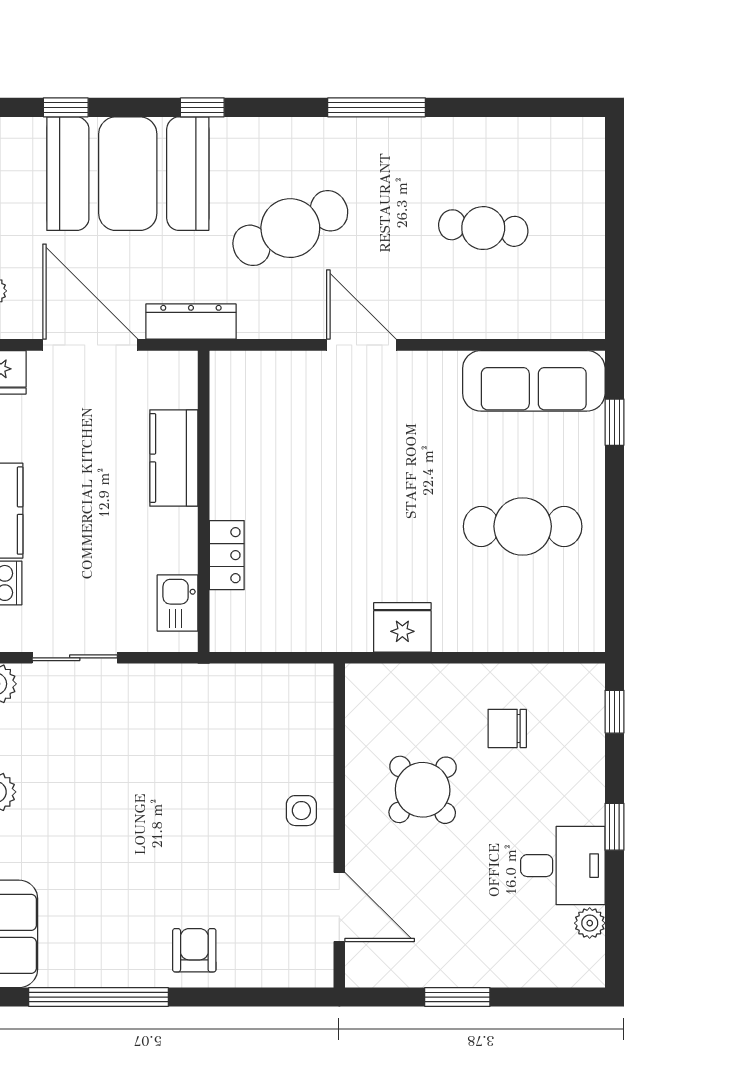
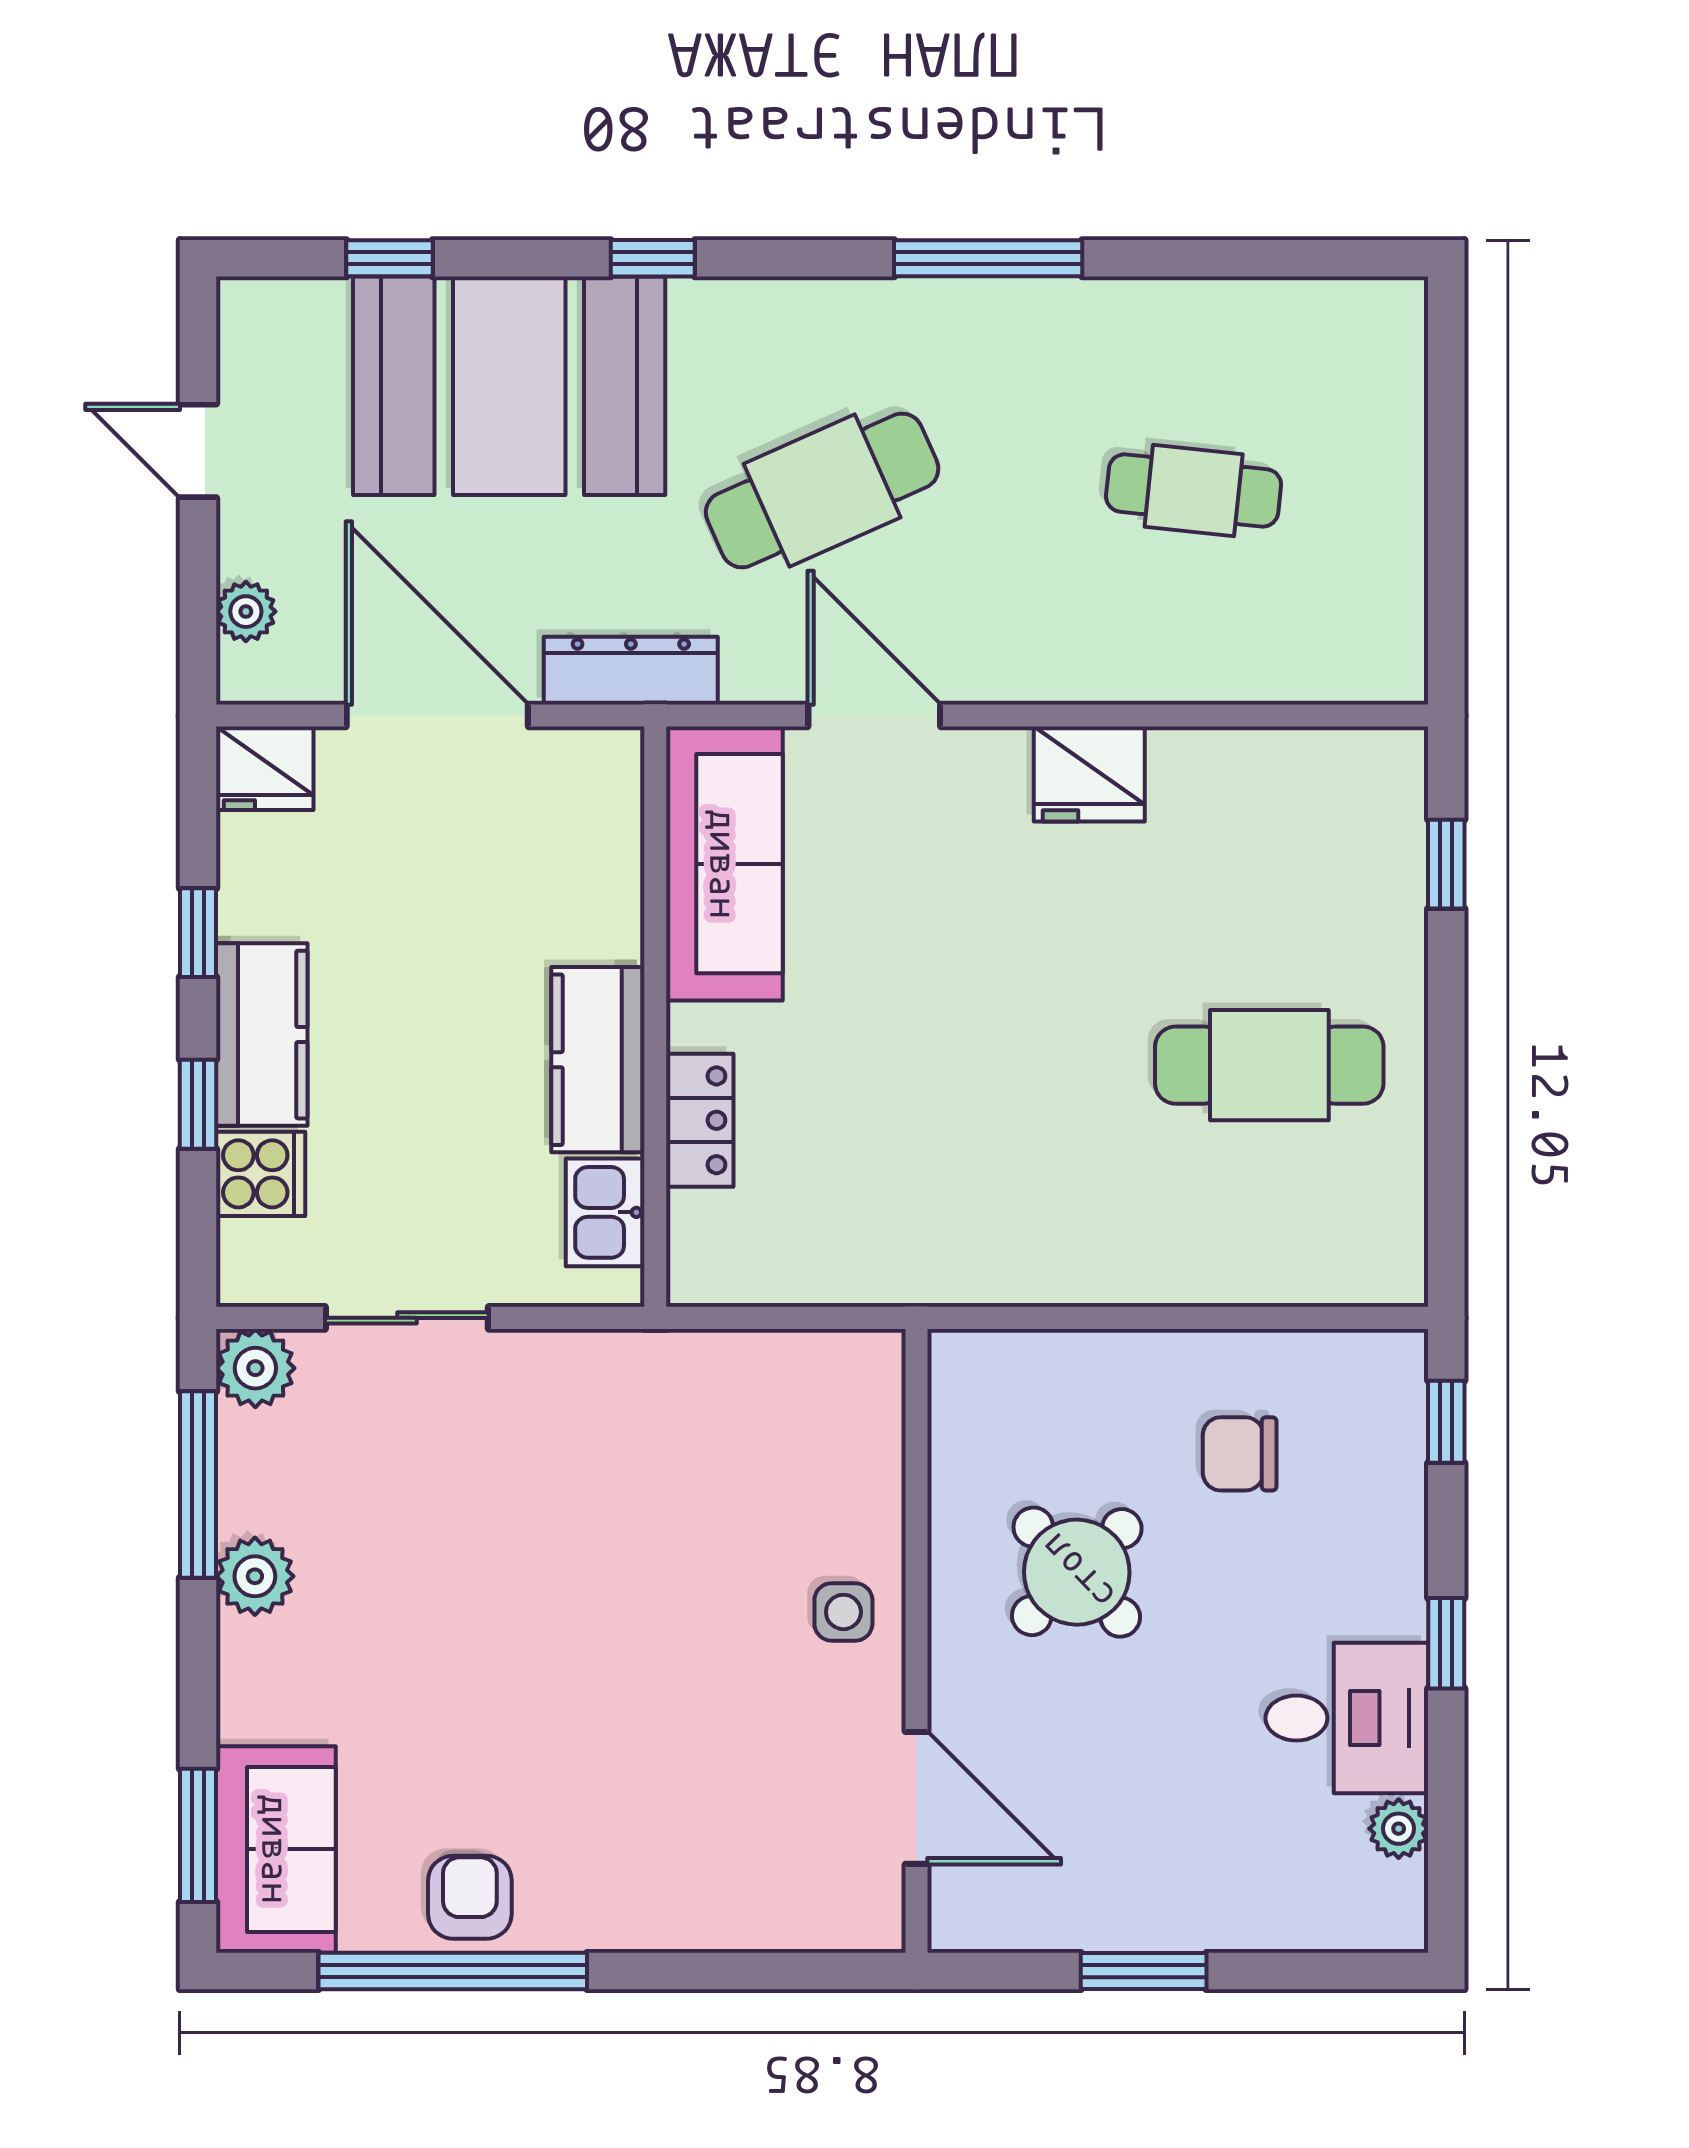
door: (361, 345) -> (874, 715), moved
sofa: (534, 381) -> (724, 864), moved, turned -90
kitchen counter: (174, 458) -> (598, 1060), moved
fridge: (402, 627) -> (1089, 774), moved, turned 180
armchair: (194, 950) -> (470, 1897), moved

